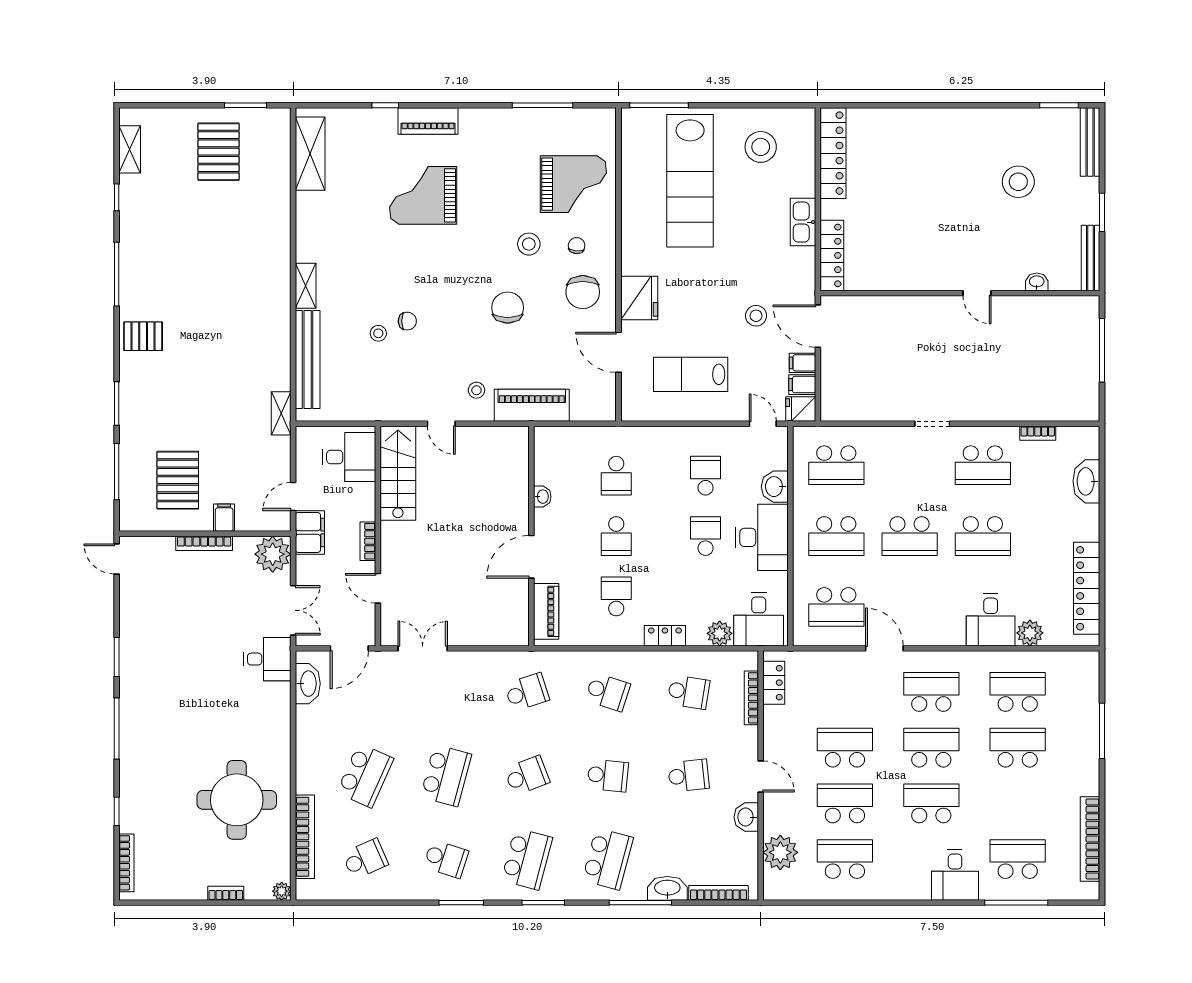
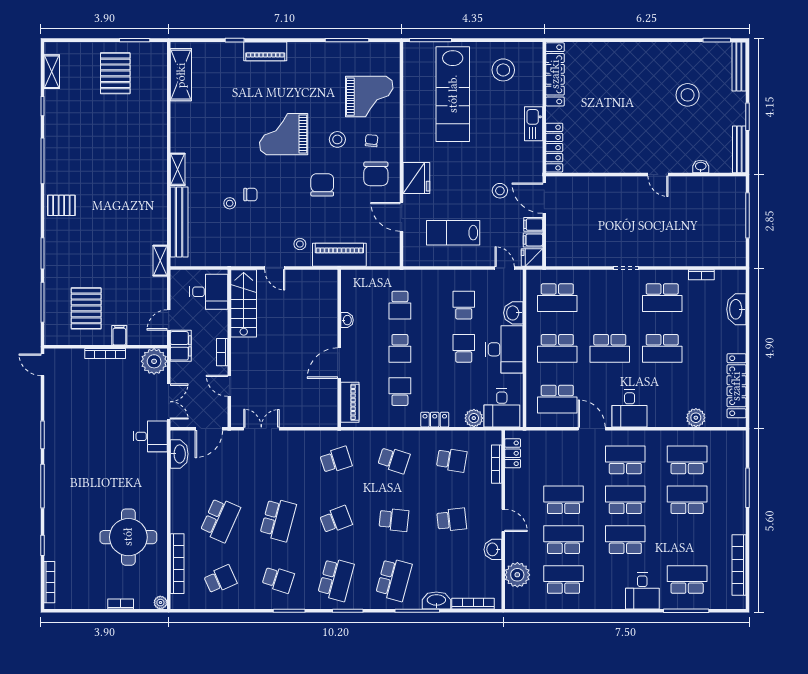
grand piano: (423, 195) -> (284, 134), moved
desk: (991, 620) -> (630, 408), moved

